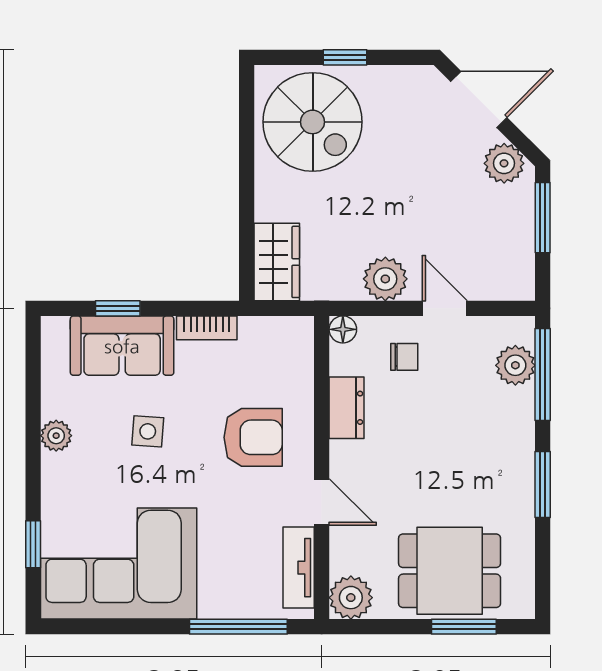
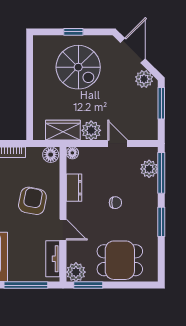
door: (479, 99) -> (133, 51), hinge flipped
spiral stairs: (313, 122) -> (78, 67), moved
wardrobe: (277, 262) -> (63, 130), moved, turned -90
floor lamp: (294, 333) -> (51, 155), added
chair: (404, 357) -> (115, 203), moved
armchair: (253, 437) -> (32, 201), turned -79
window: (464, 627) -> (88, 285), moved

